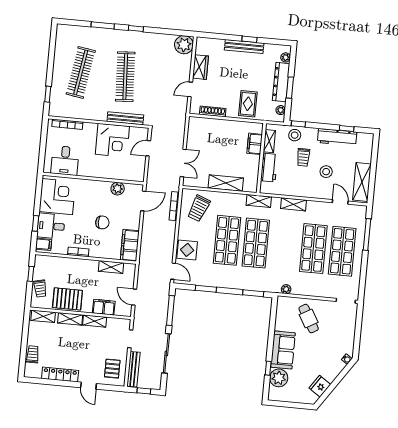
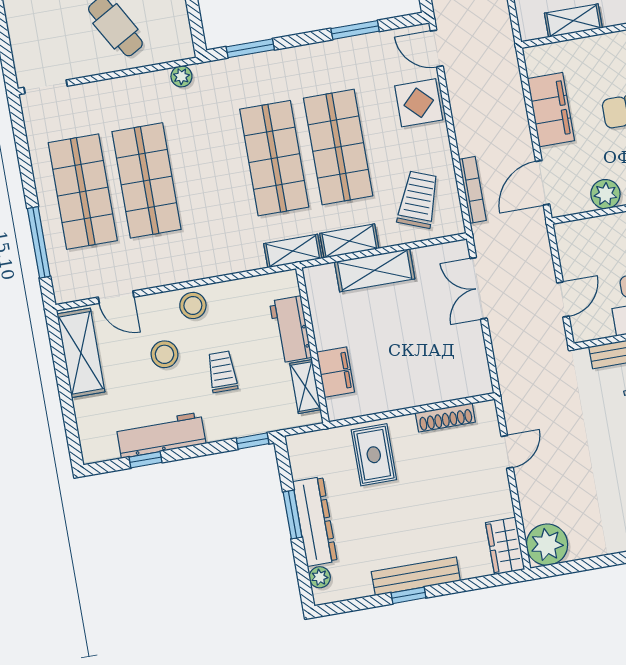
wardrobe: (200, 67) -> (505, 546), moved
plant: (281, 110) -> (299, 460), removed
stool: (295, 135) -> (193, 305), moved
shelving: (294, 204) -> (349, 241), moved
filing cabinet: (130, 245) -> (551, 110), moved

